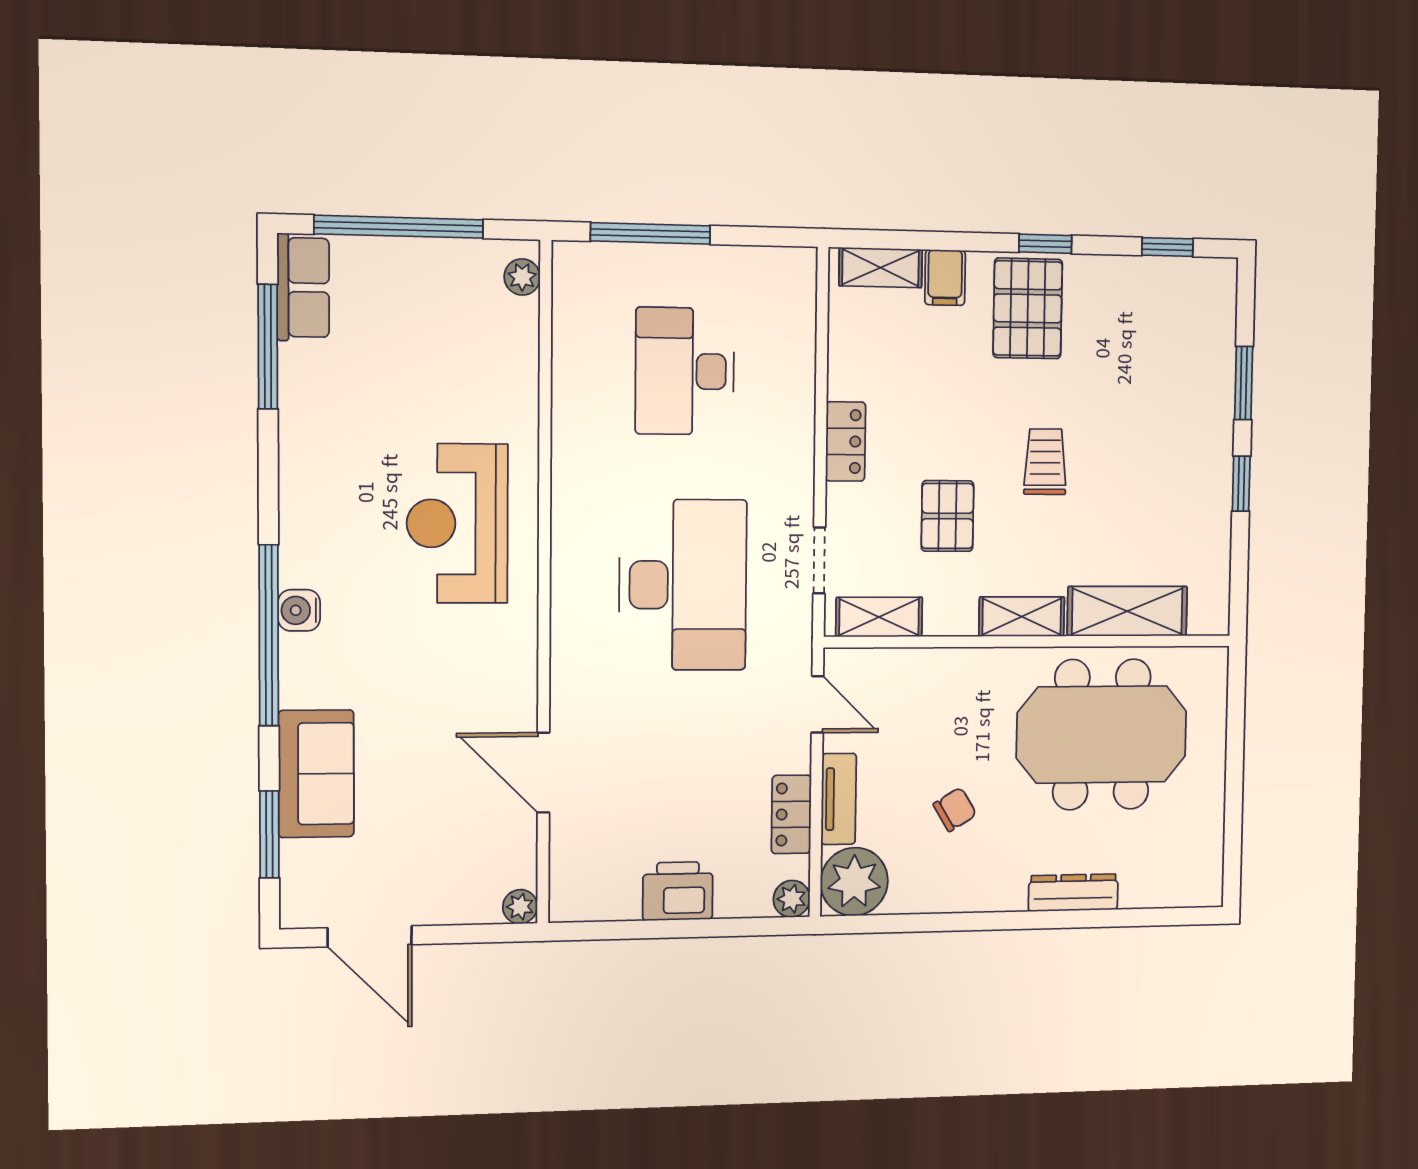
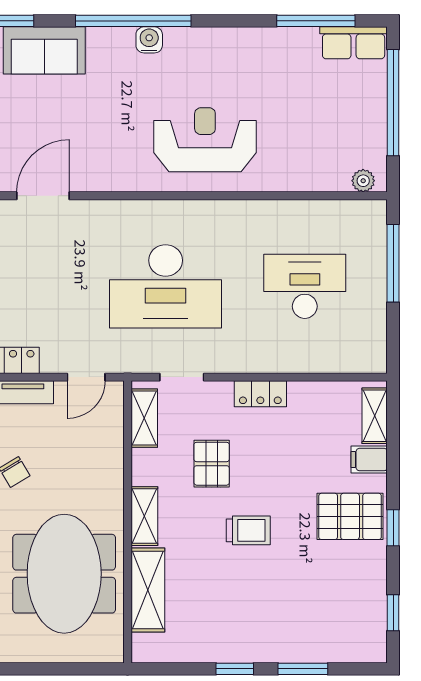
pallet: (947, 516) -> (212, 464), turned 90

